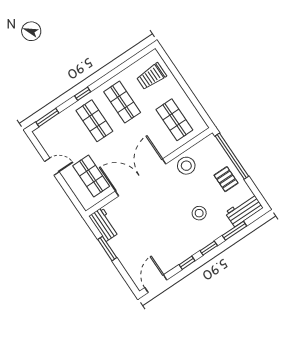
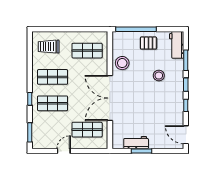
trolley: (151, 76) -> (49, 47), turned 90
workbench: (104, 224) -> (136, 143), moved

